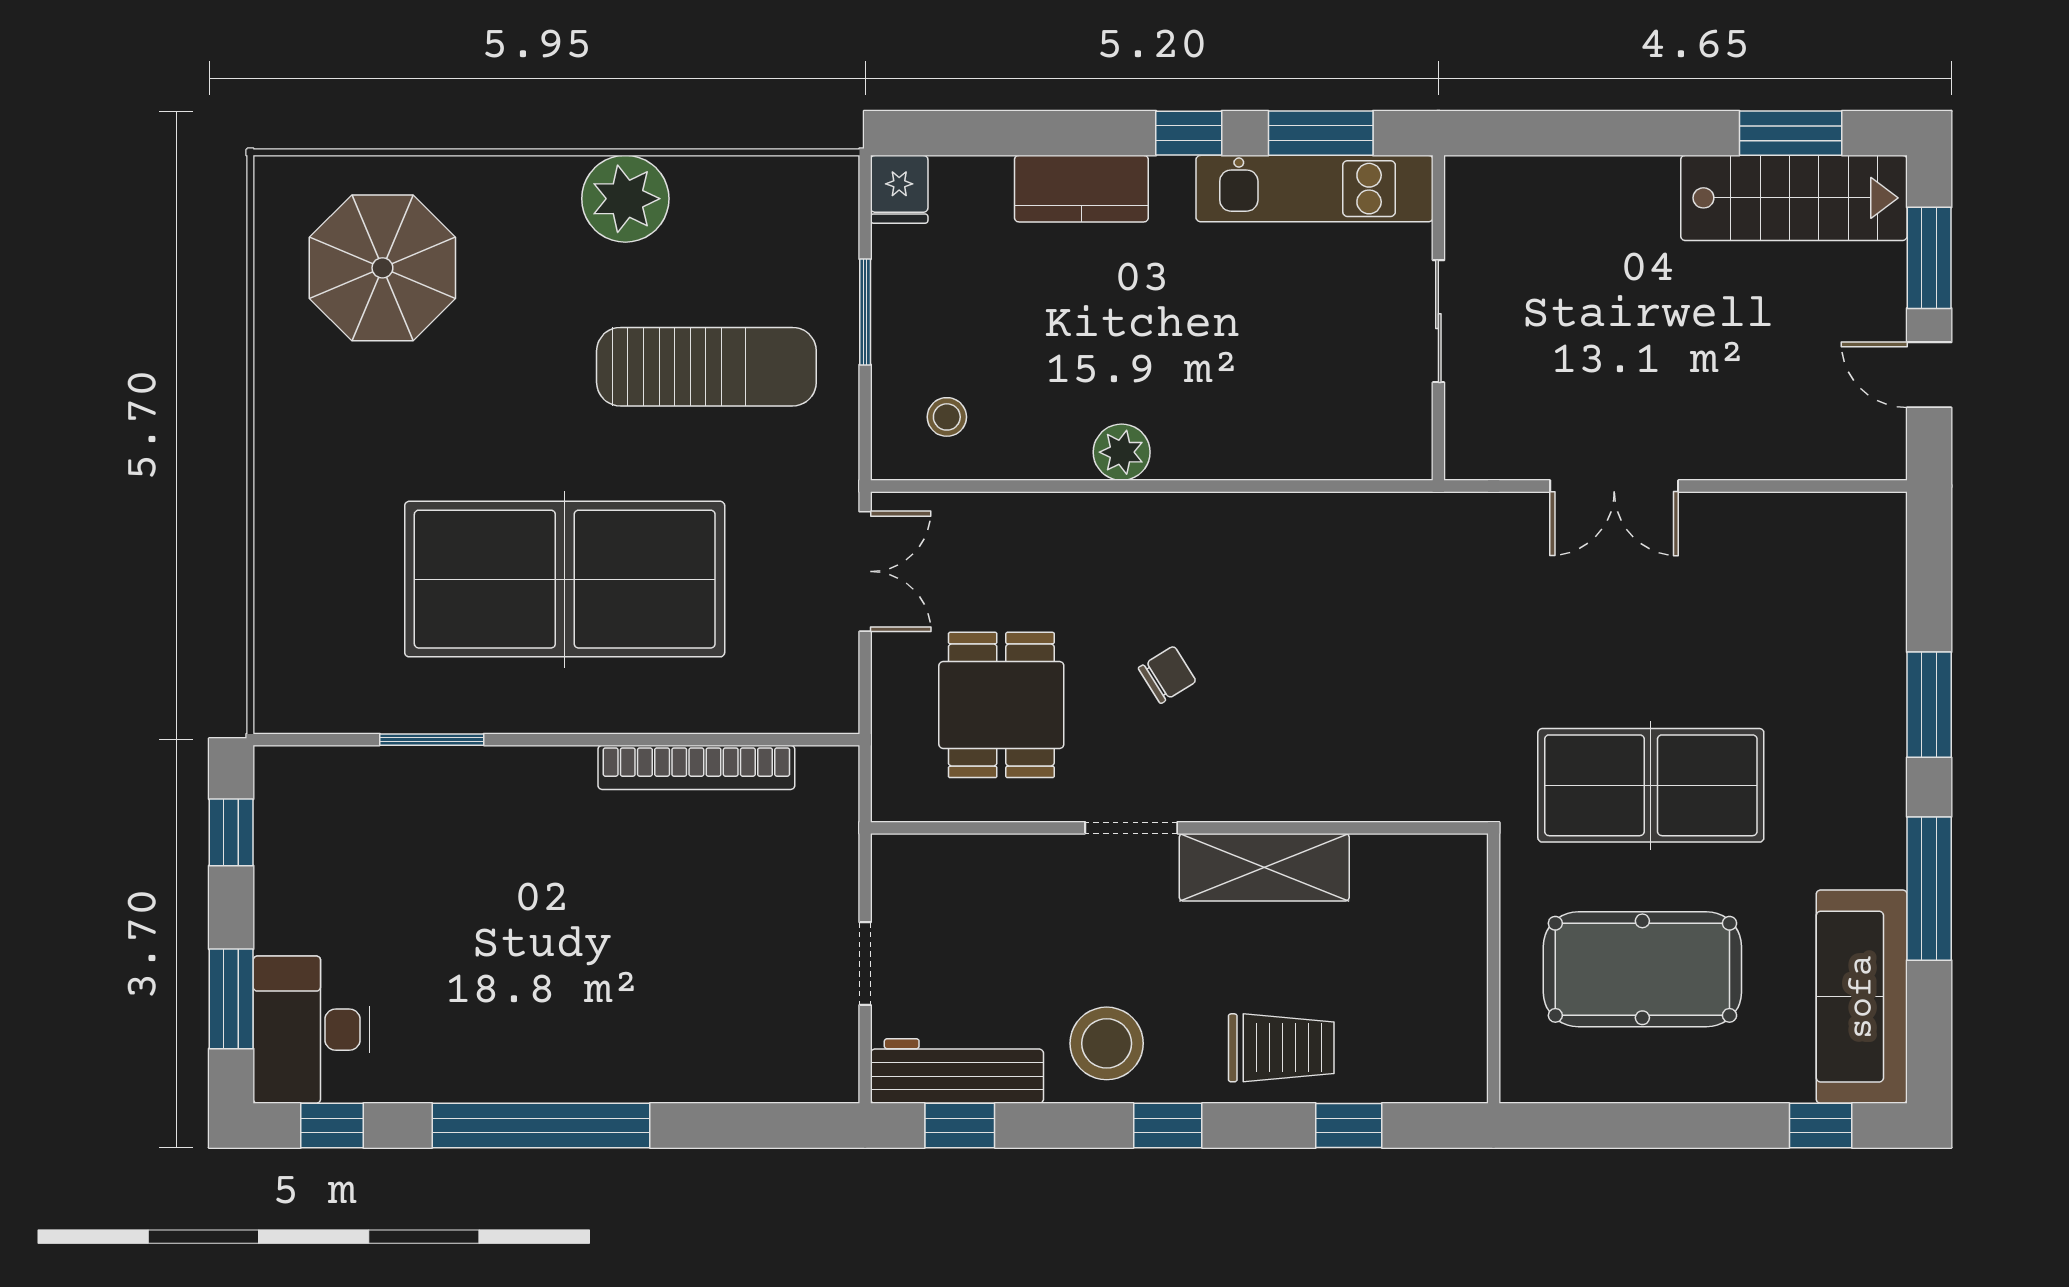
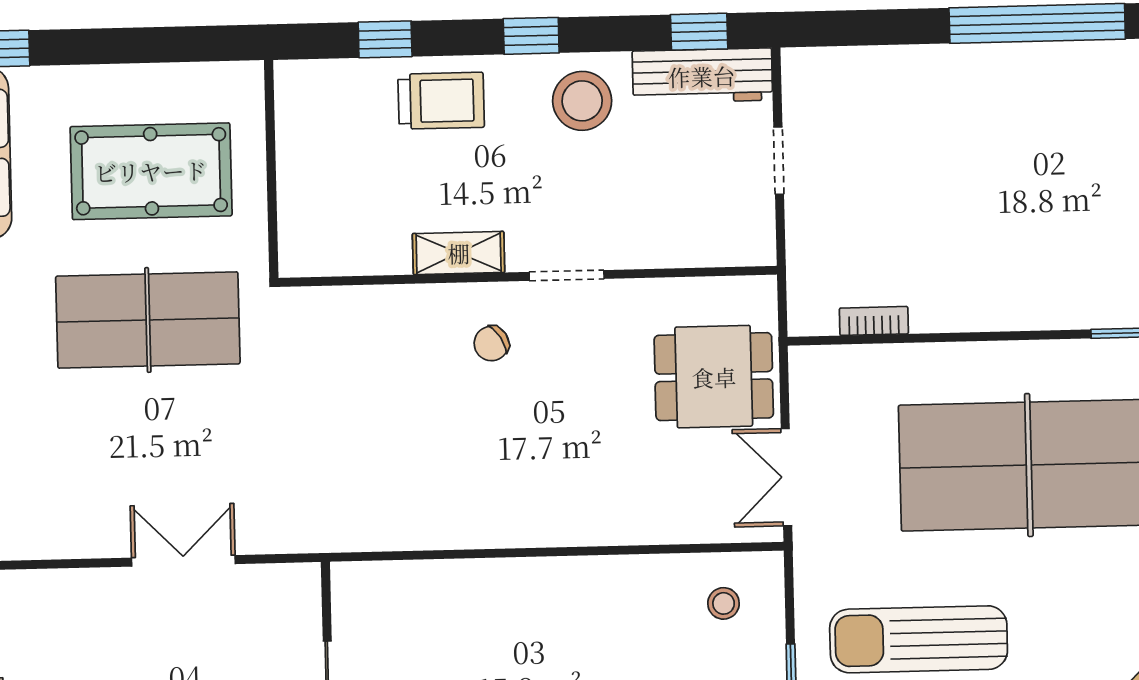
plant: (1122, 452) -> (582, 578), removed
chair: (1167, 675) -> (491, 343), moved
dining table: (1001, 705) -> (714, 377), moved, turned 90
bookcase: (696, 767) -> (874, 321), width x0.43, depth x0.76
shelving: (1264, 867) -> (459, 253), width x0.67, depth x0.75
trolley: (1281, 1048) -> (441, 101), turned 180

